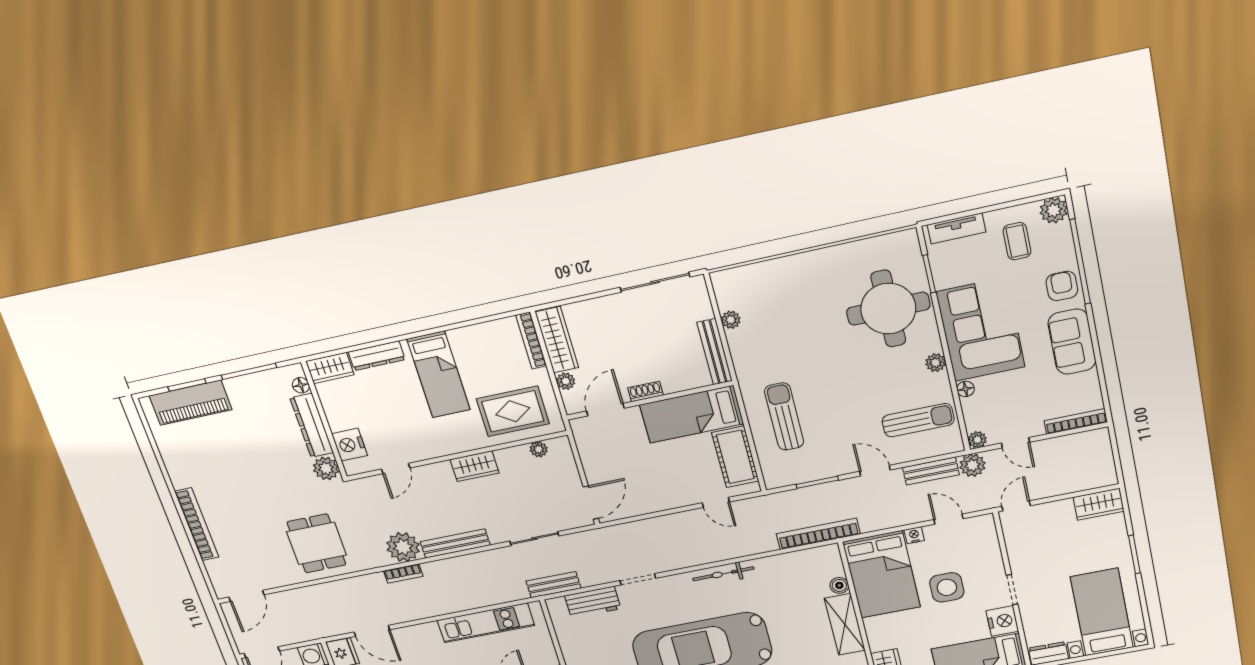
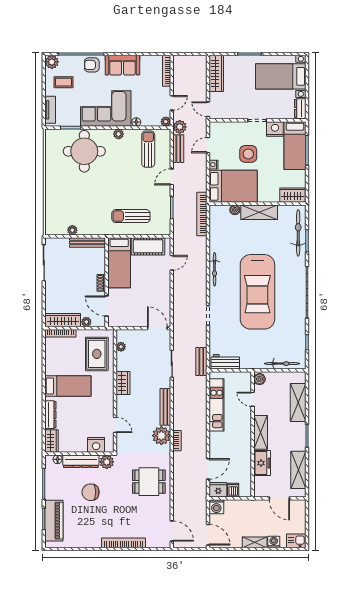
chair: (263, 453) -> (91, 492), added
wardrobe: (1099, 504) -> (216, 73), width x1.50
workbench: (593, 602) -> (225, 362), moved, turned -90

